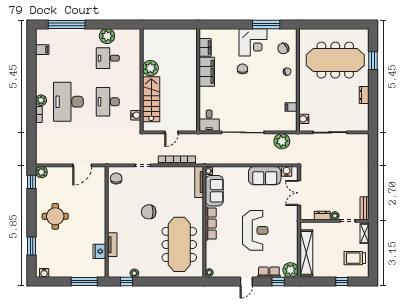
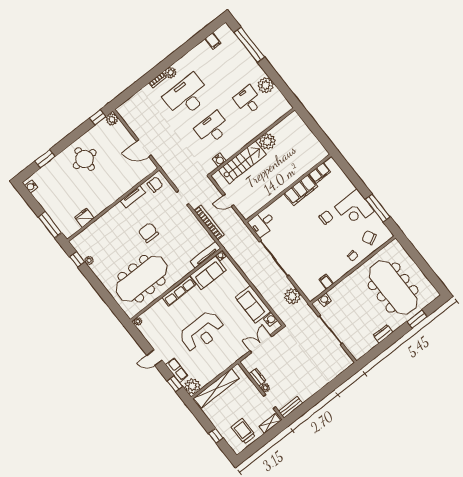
tv unit: (112, 245) -> (133, 197), moved

